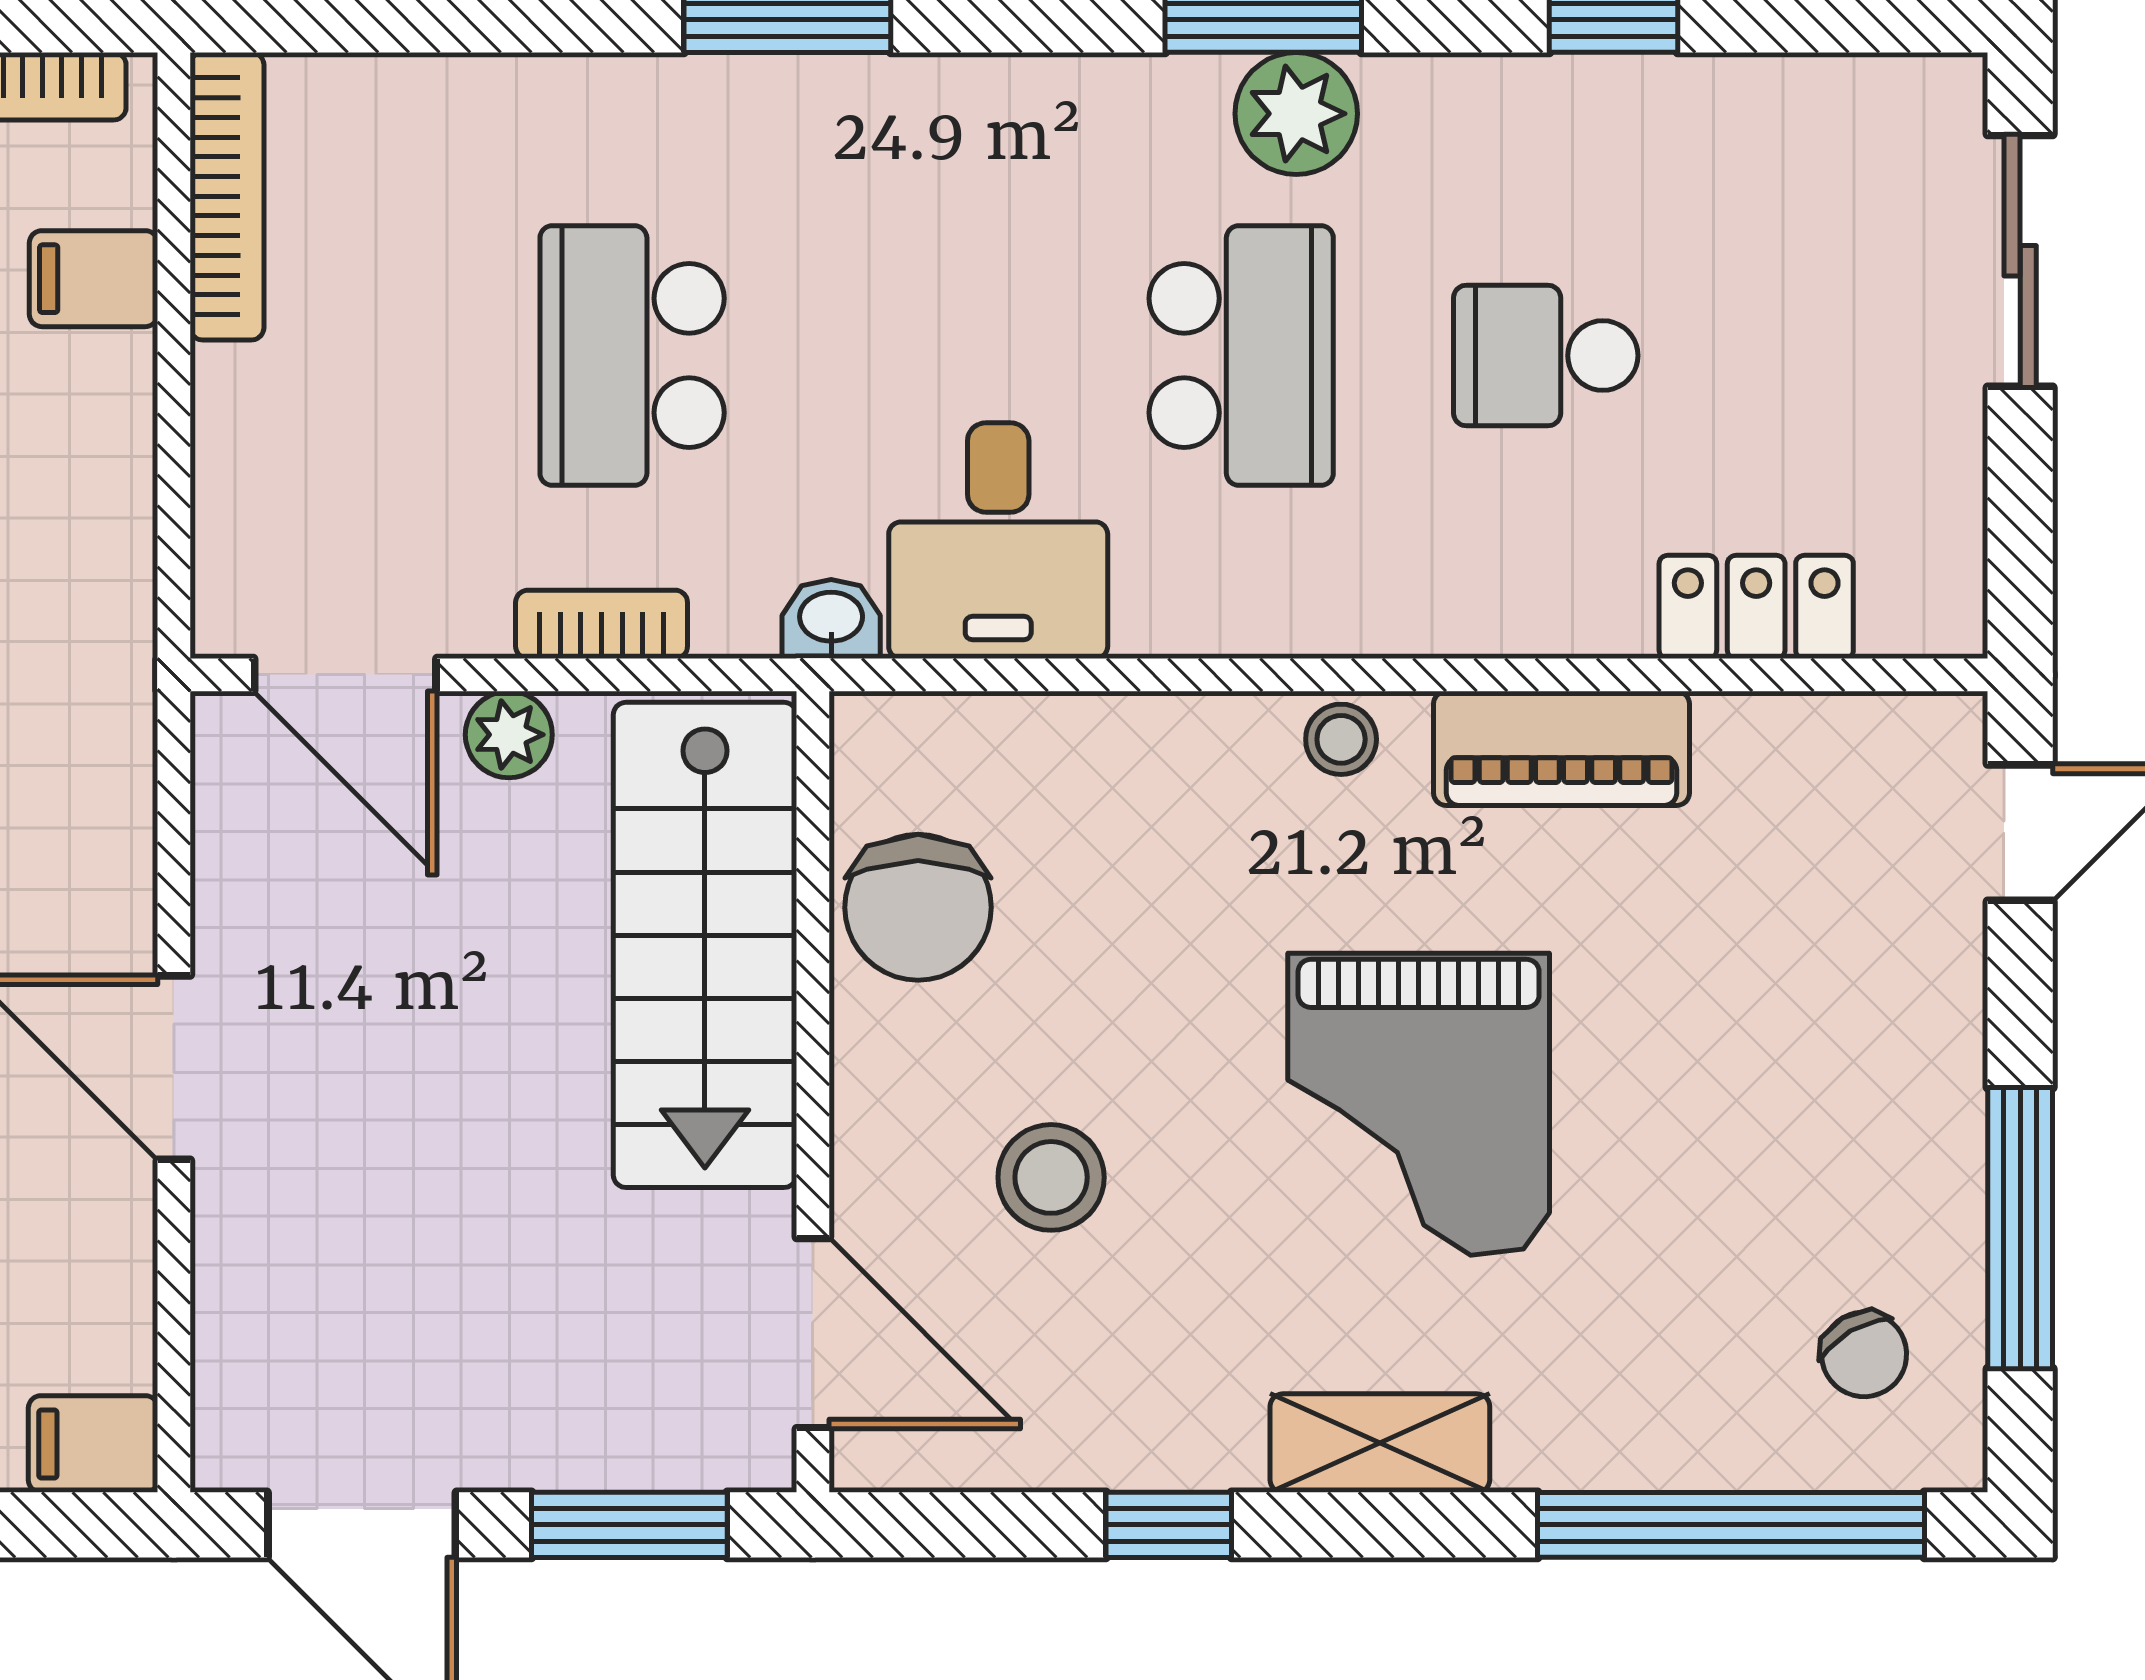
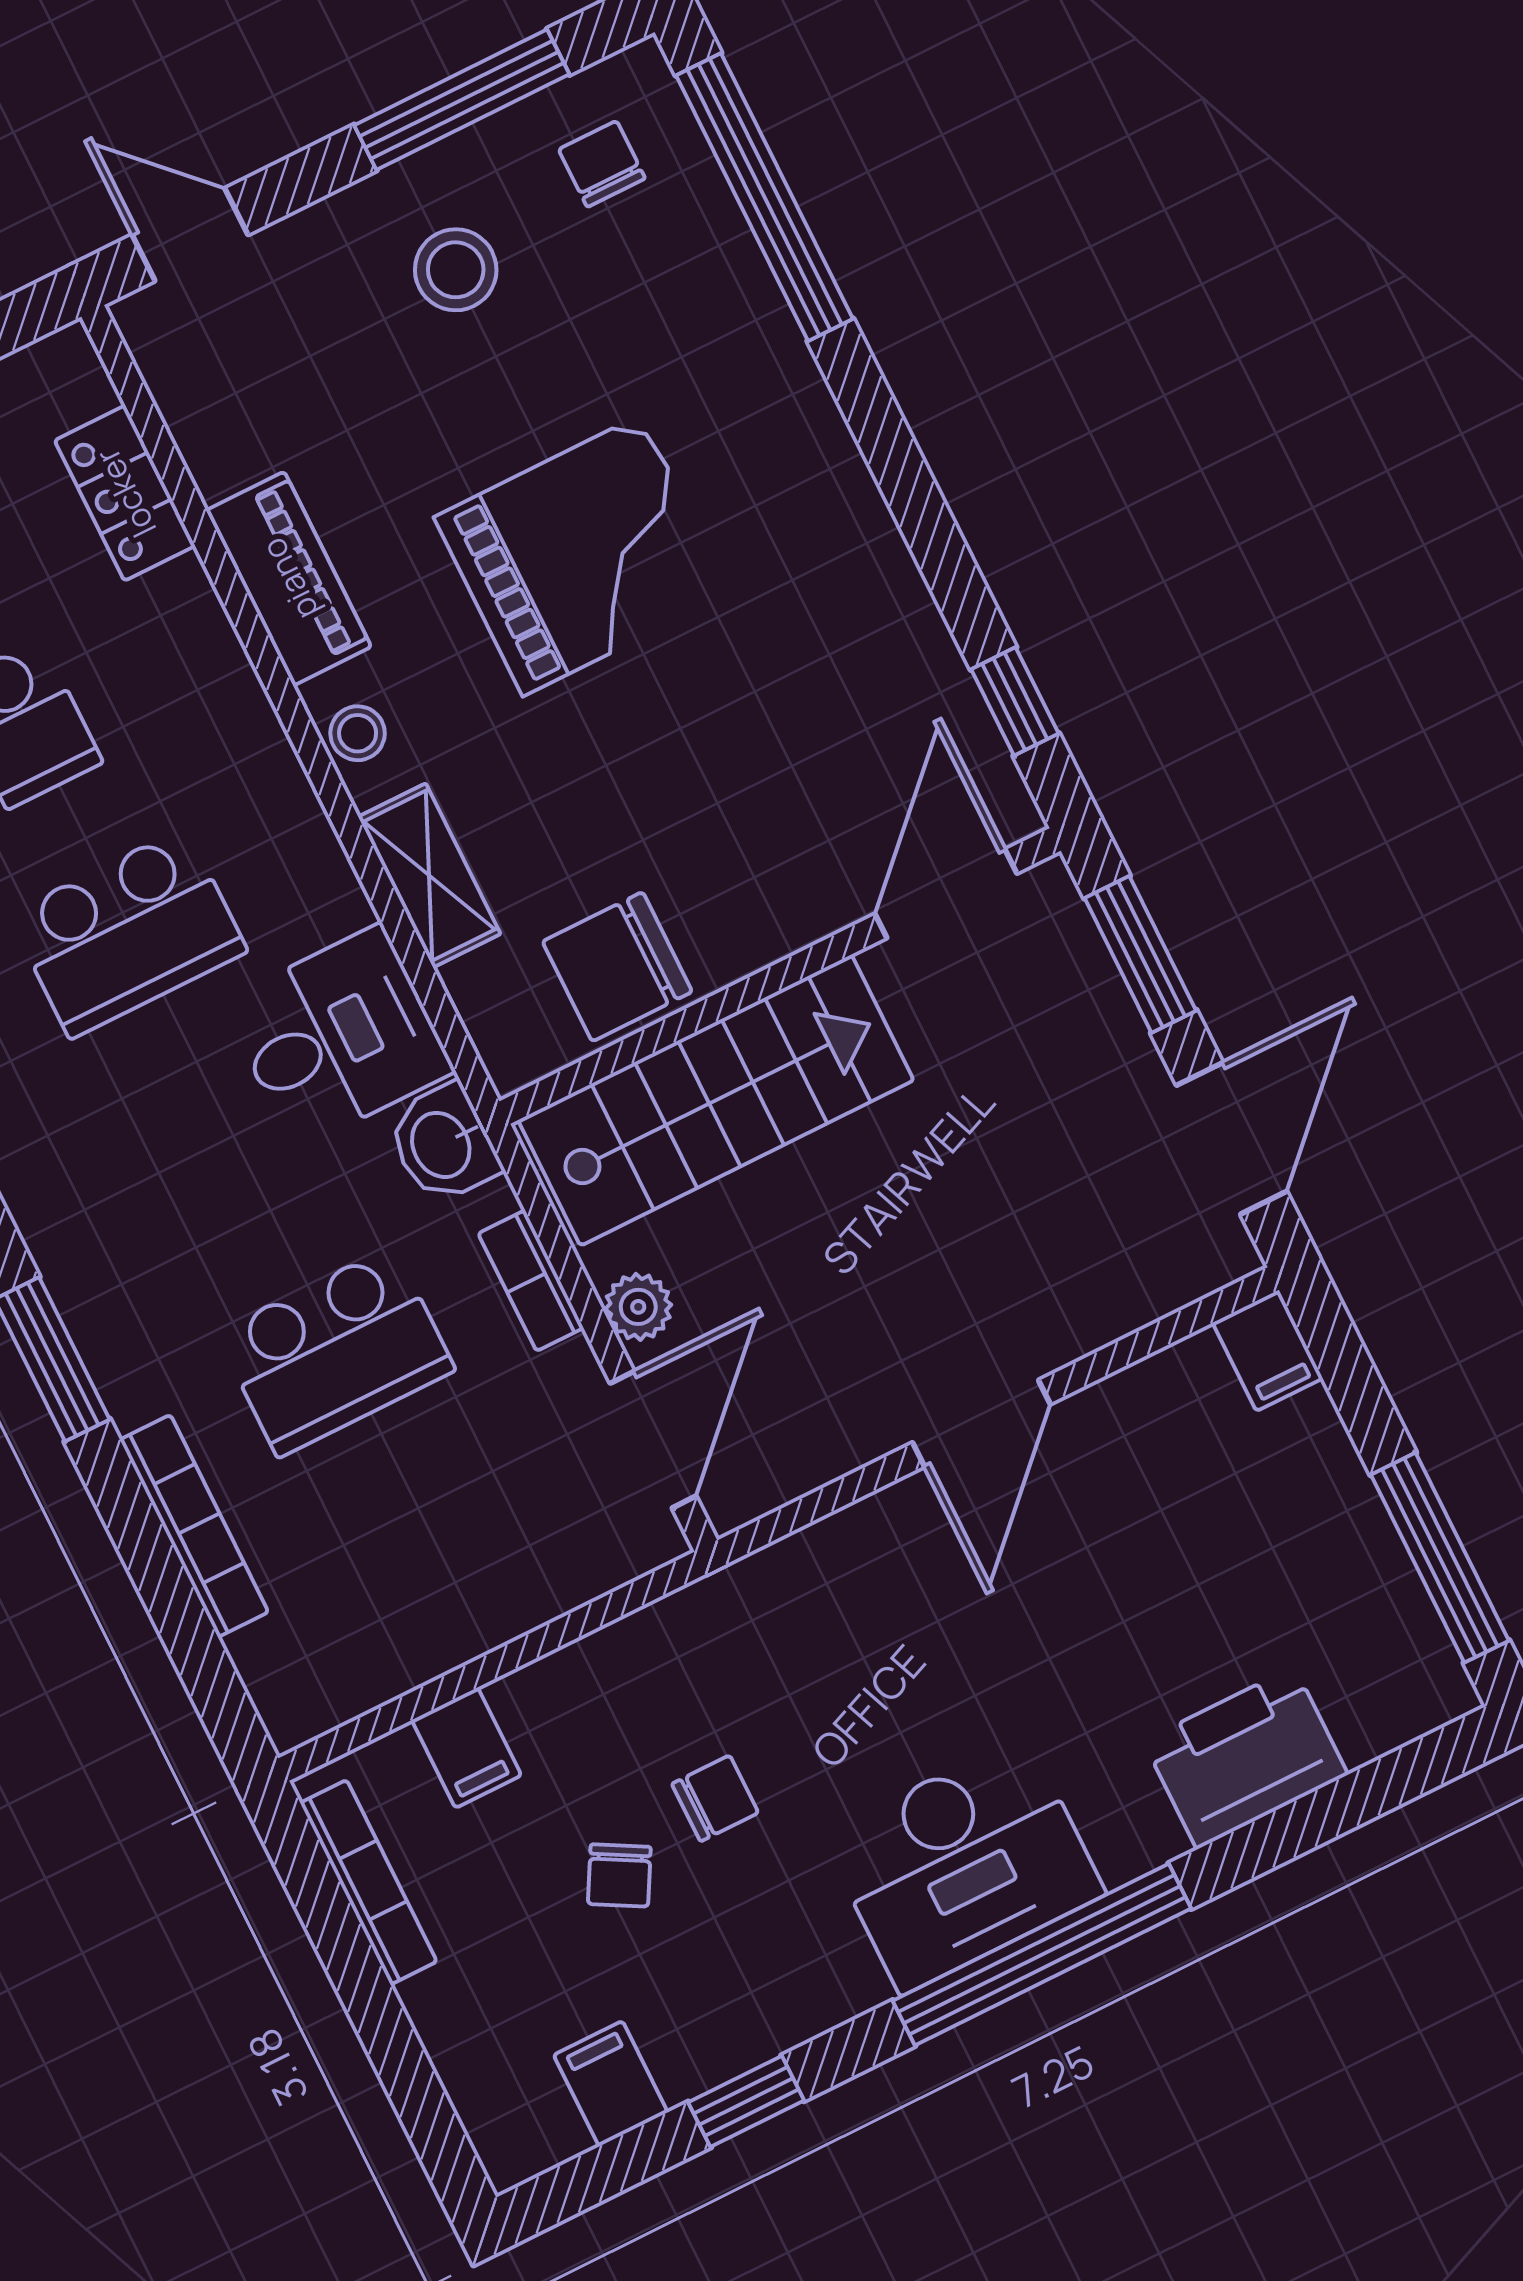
bookcase: (227, 196) -> (194, 1526), moved, turned 90
school desk: (1241, 356) -> (128, 933), turned 180
washbasin: (831, 619) -> (443, 1144), width x1.38, depth x1.45
chair: (918, 907) -> (617, 967), turned 180
stool: (1051, 1177) -> (456, 270), moved
chair: (1864, 1354) -> (602, 164), turned -60
shelving: (1380, 1443) -> (429, 875), moved
window: (1169, 1525) -> (1015, 701), moved

